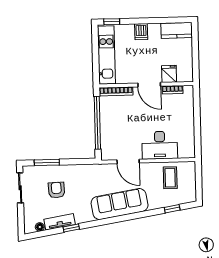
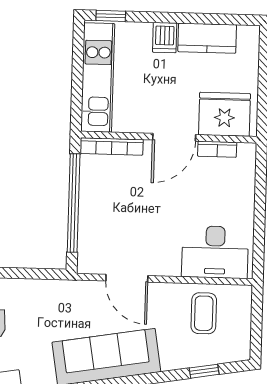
kitchen counter: (177, 30) -> (207, 38), moved
fridge: (169, 74) -> (224, 114), width x1.88, depth x1.34
door: (149, 85) -> (174, 137), hinge flipped
desk: (160, 145) -> (215, 252), moved

